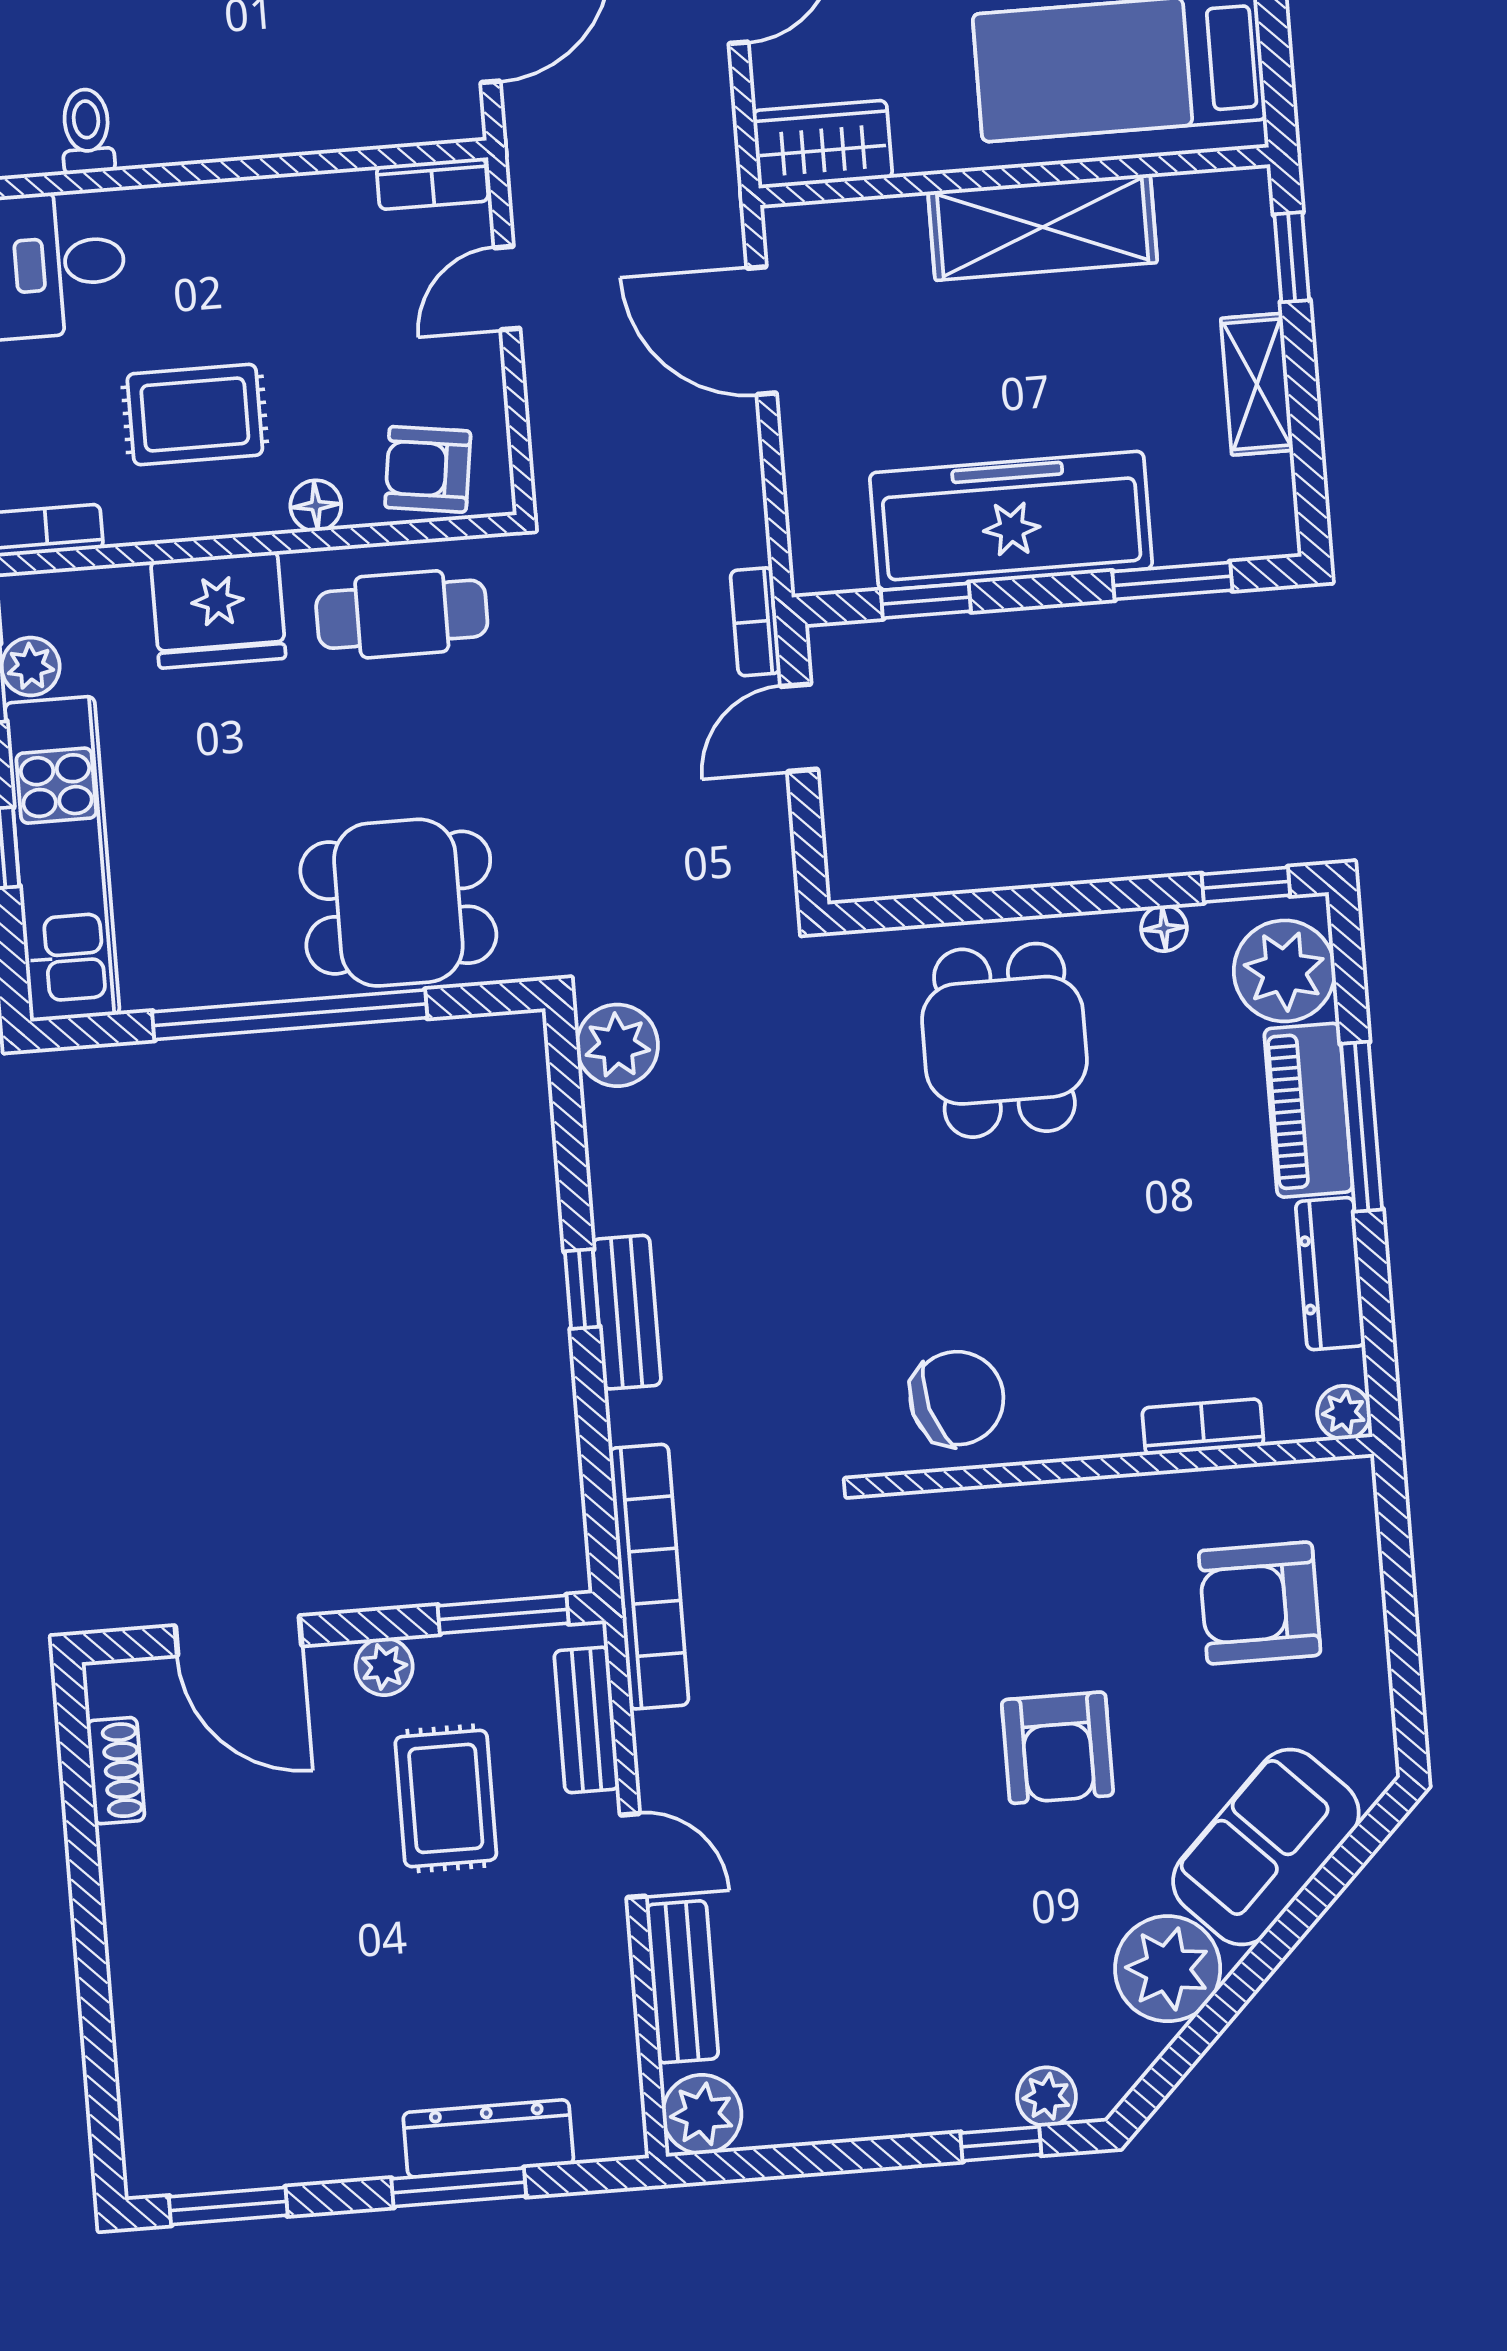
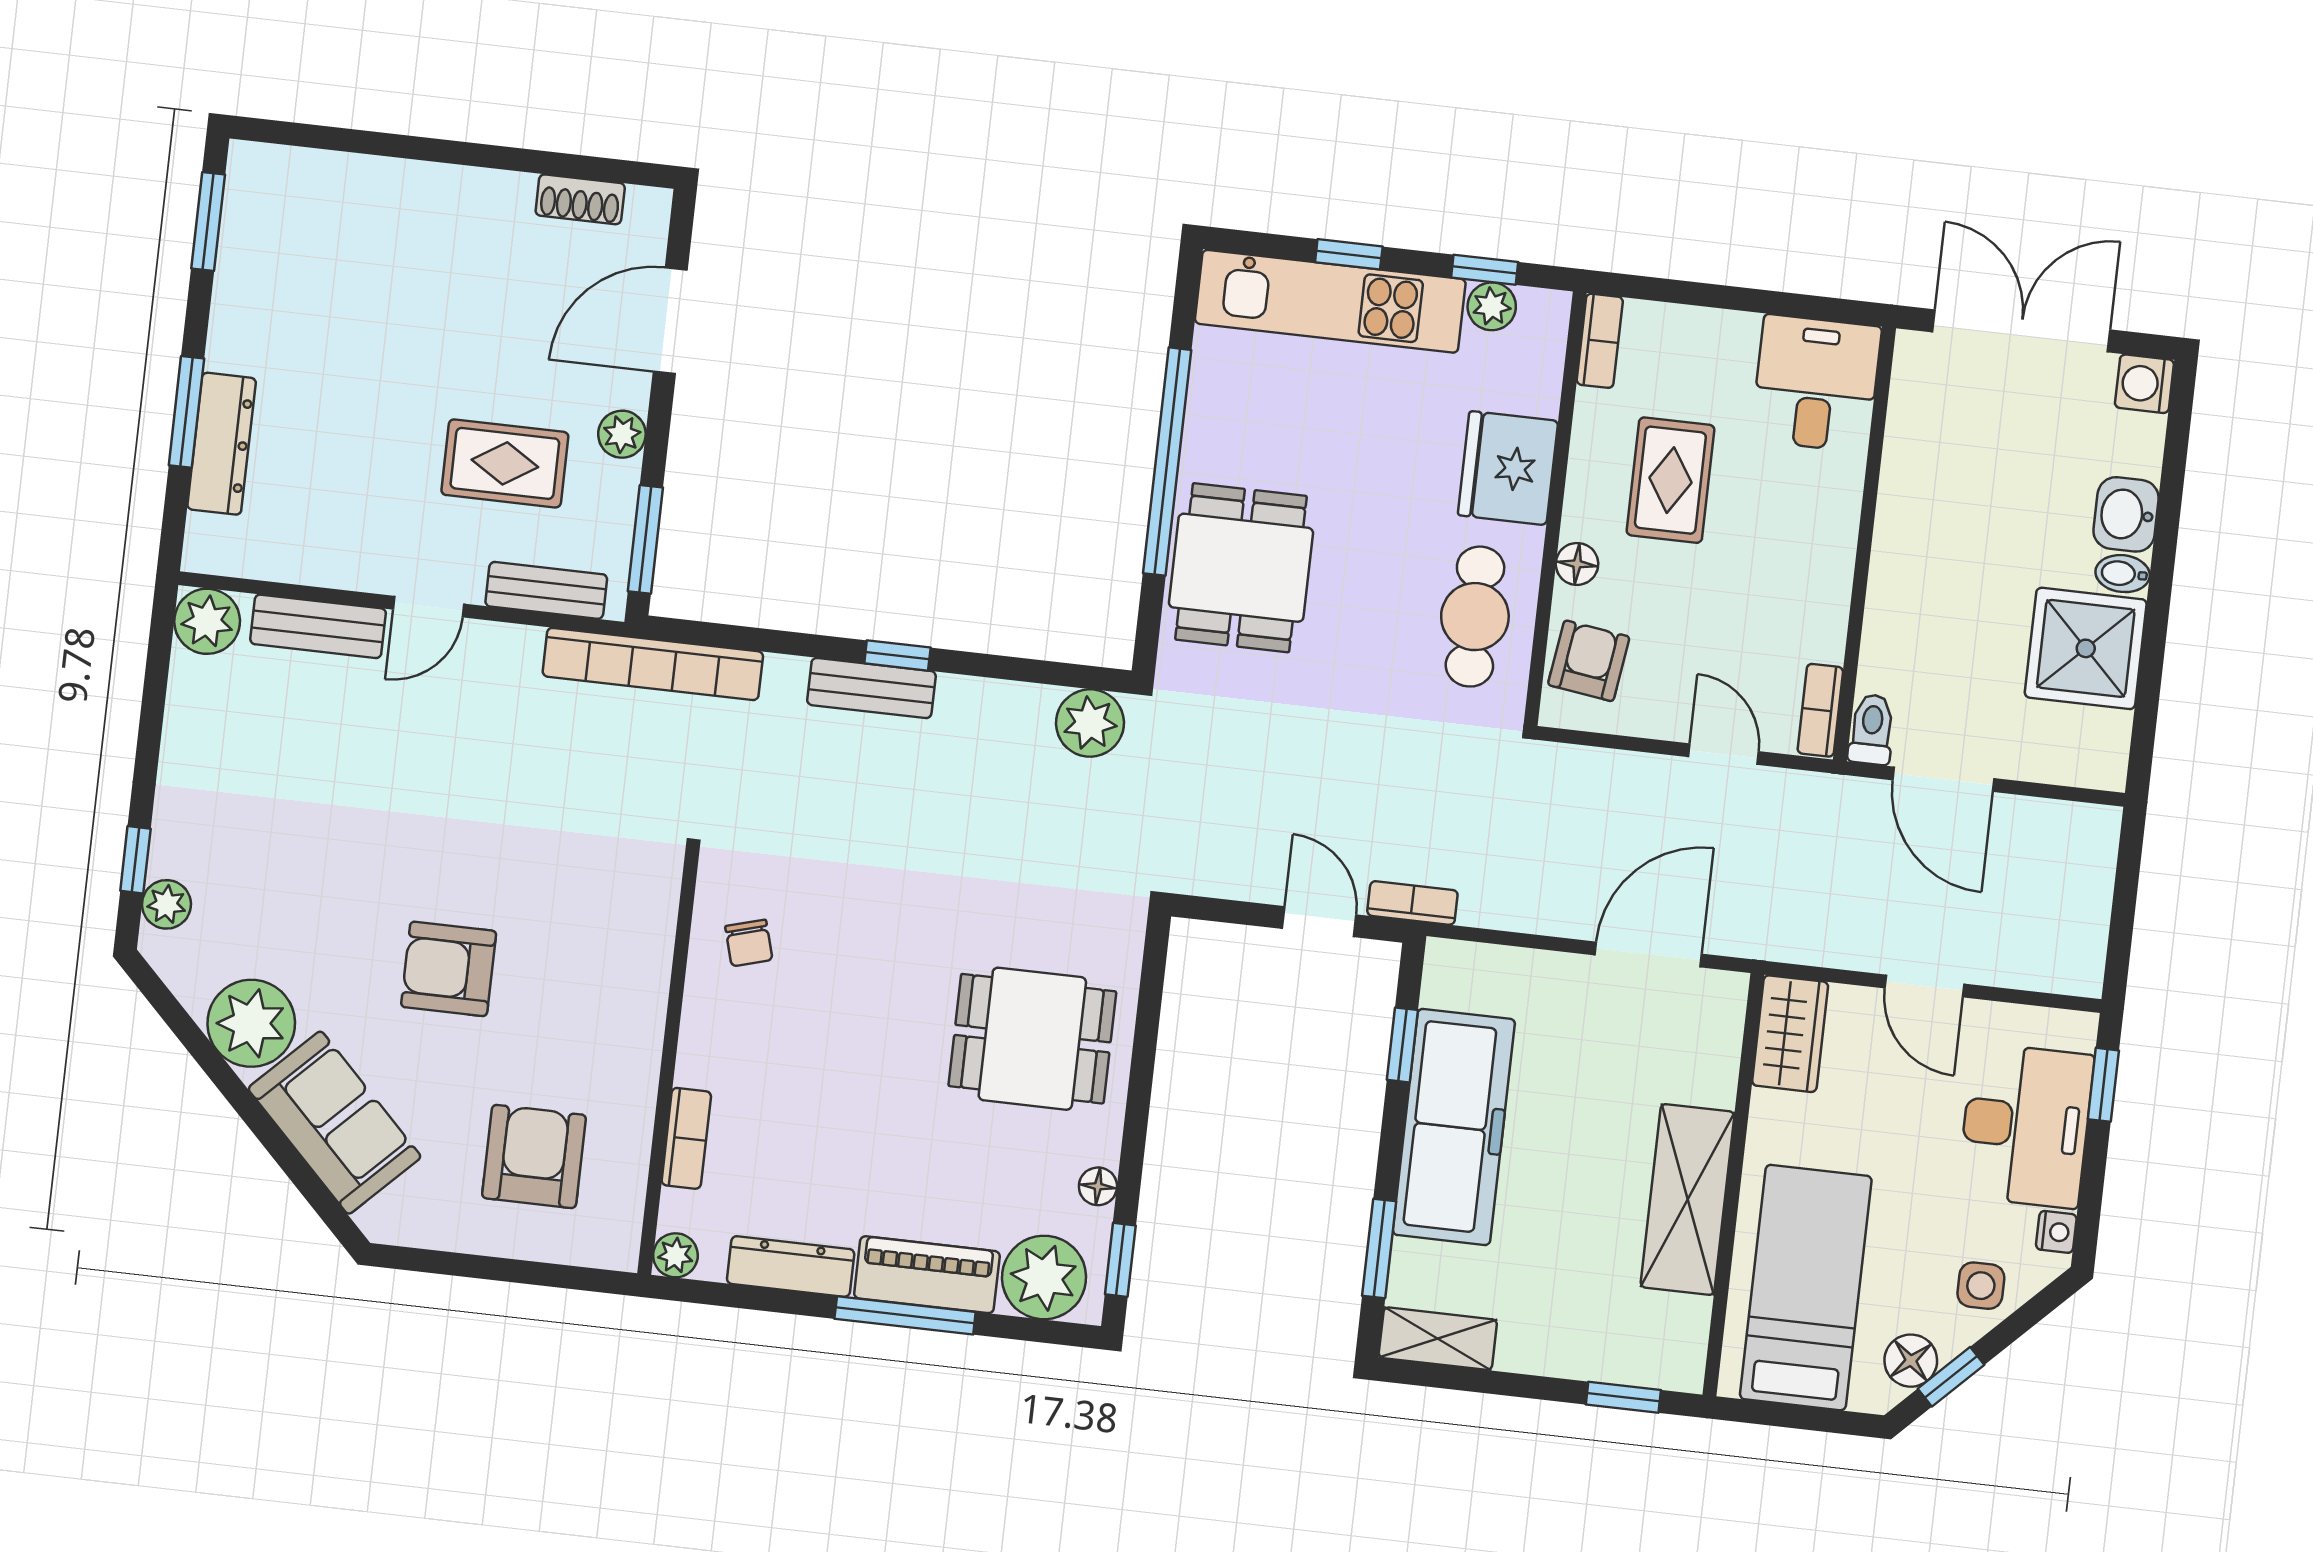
toilet: (87, 131) -> (1872, 729), moved, turned -90
shelving: (1257, 384) -> (1438, 1339), moved
chair: (957, 1398) -> (749, 943), width x0.54, depth x0.54

